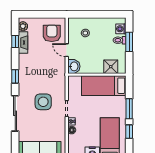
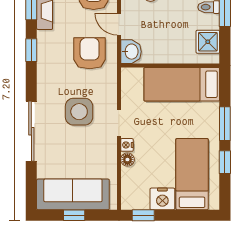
armchair: (49, 67) -> (90, 53), added
shower: (111, 67) -> (208, 42), moved
window: (15, 76) -> (31, 50), moved

